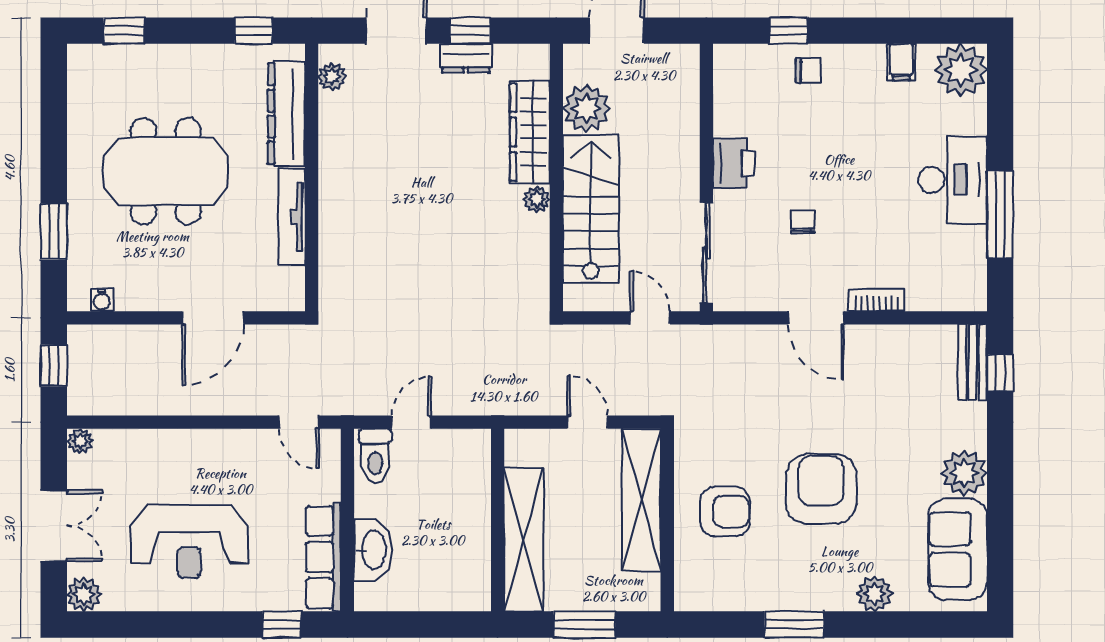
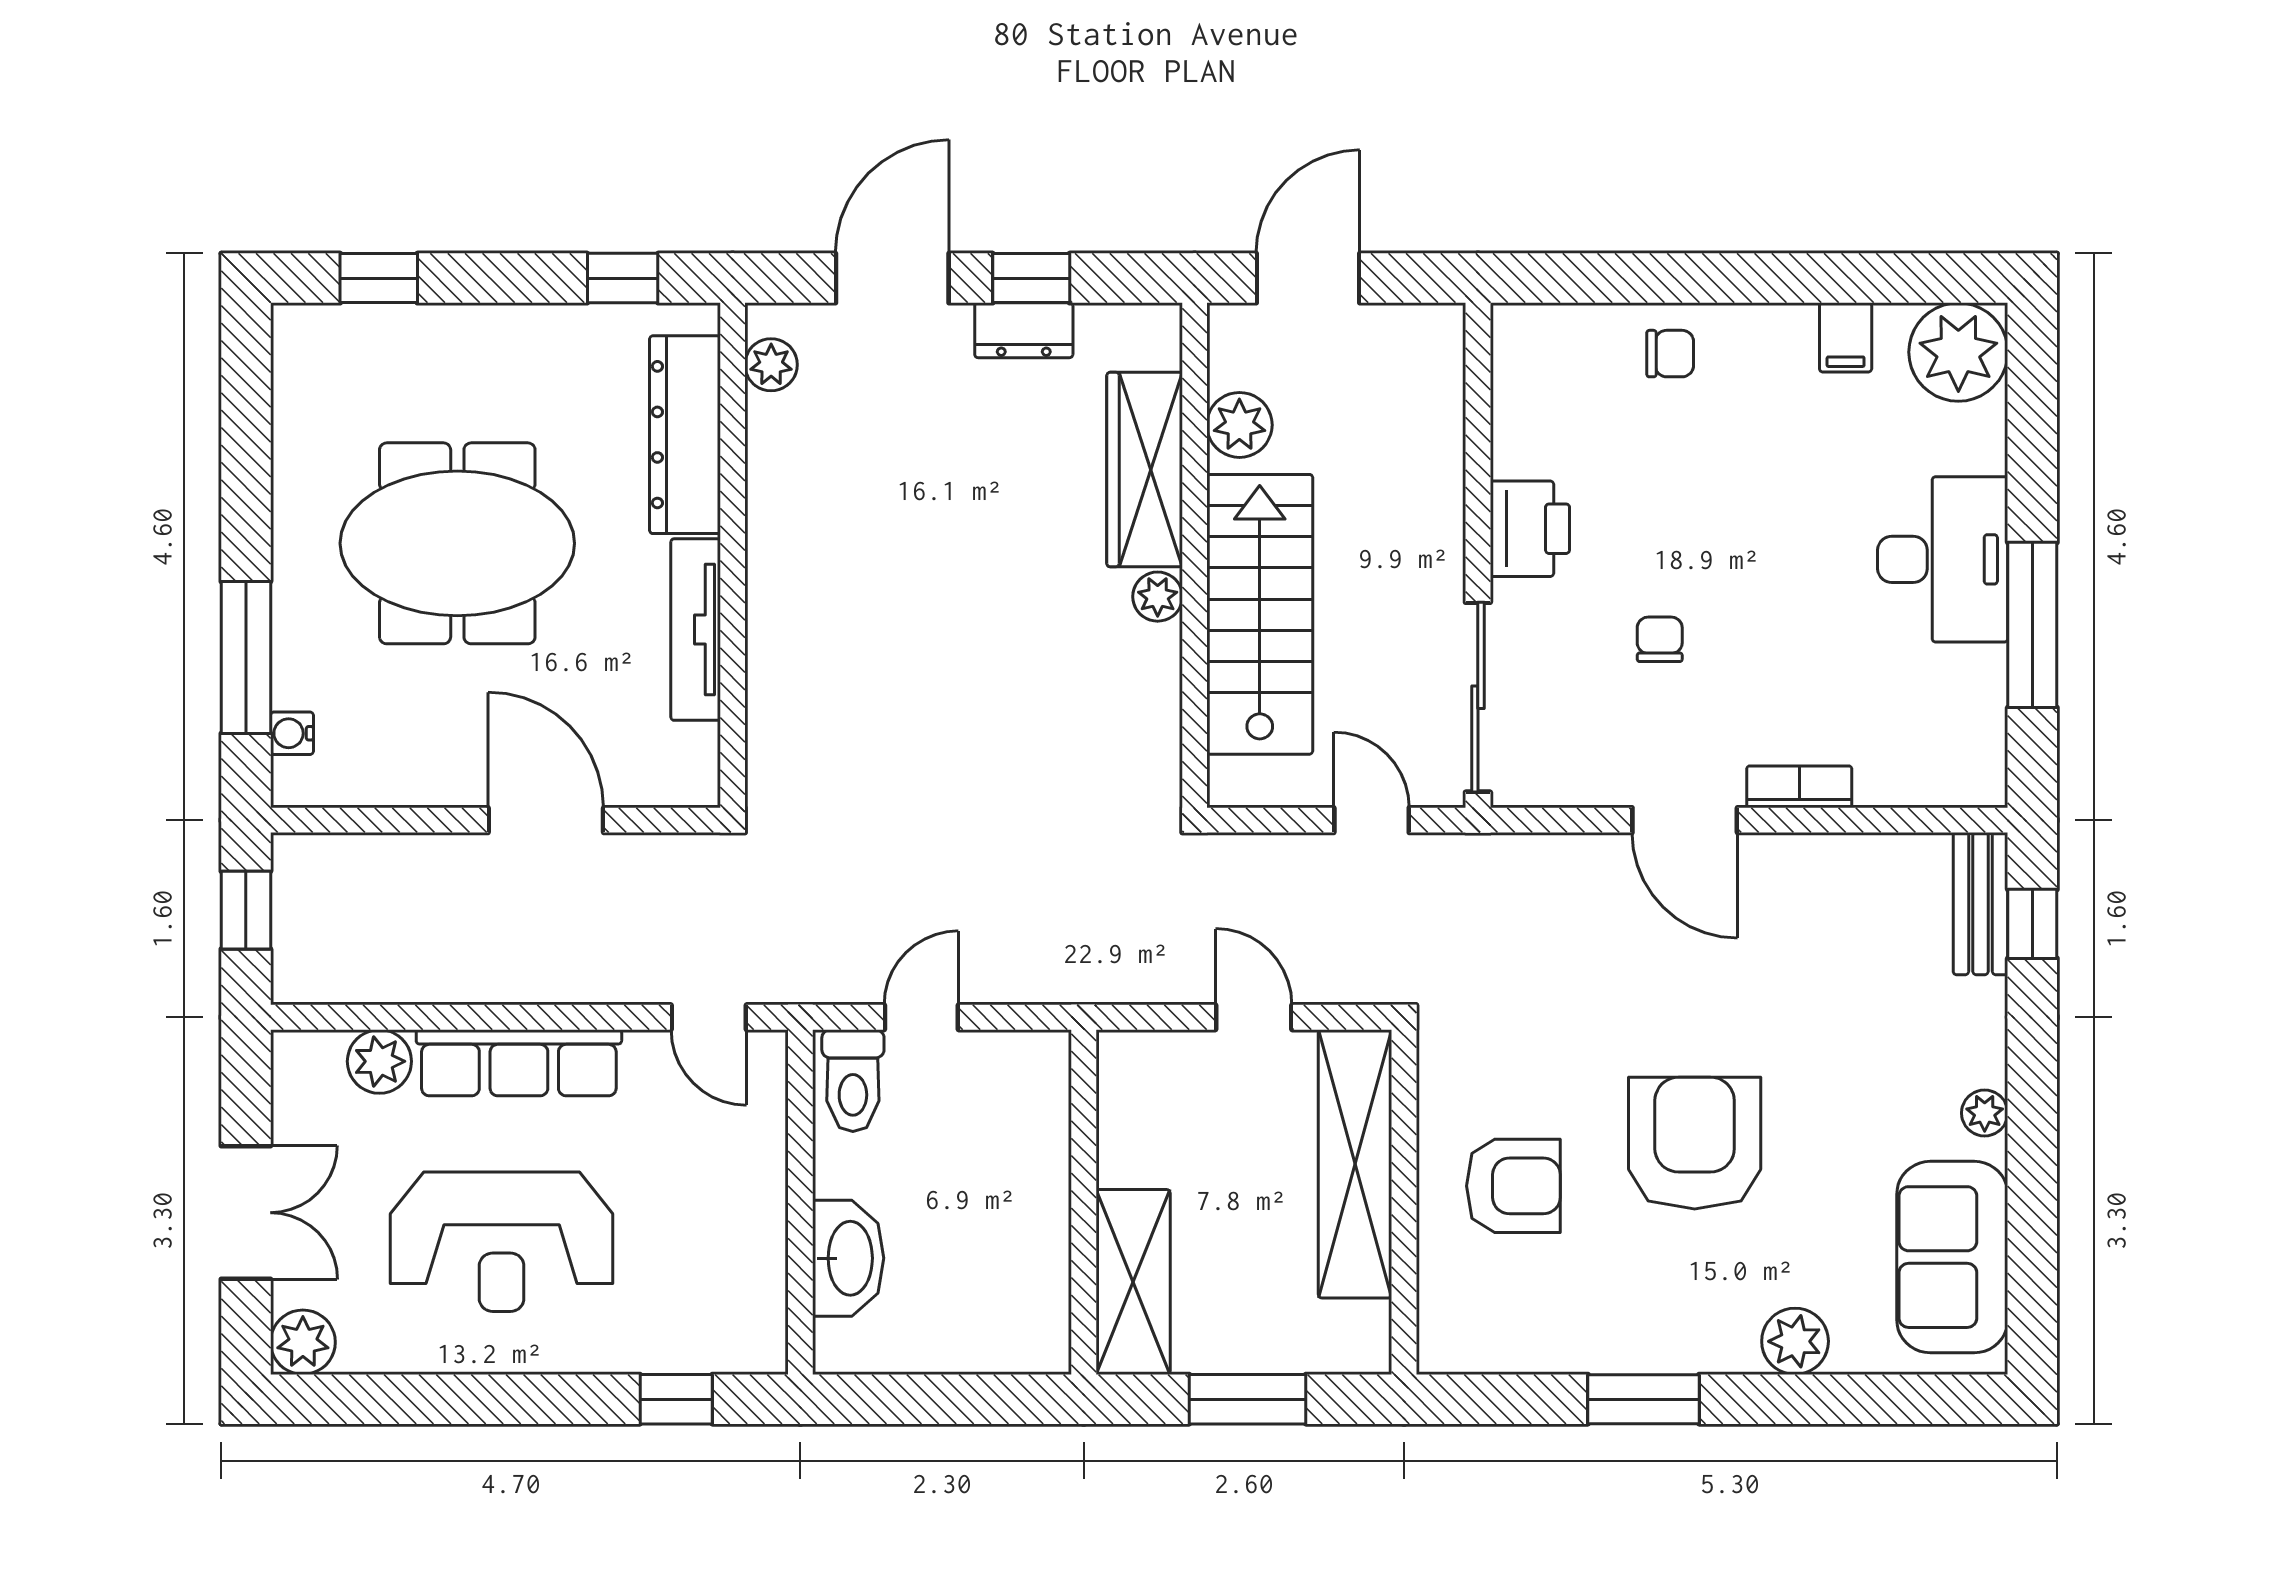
window: (789, 31) -> (1633, 278), removed
plant: (586, 108) -> (1239, 425), width x0.73, depth x0.73
window: (54, 232) -> (246, 657), width x1.44
water cooler: (102, 300) -> (292, 733), moved, turned 90
door: (213, 318) -> (546, 820), swing flipped
plant: (80, 441) -> (379, 1061), moved, width x1.38, depth x1.38
plant: (964, 473) -> (1985, 1113), width x0.53, depth x0.53
shelving: (524, 540) -> (1133, 1282), width x0.68
row of seats: (323, 557) -> (519, 1063), moved, turned -90

